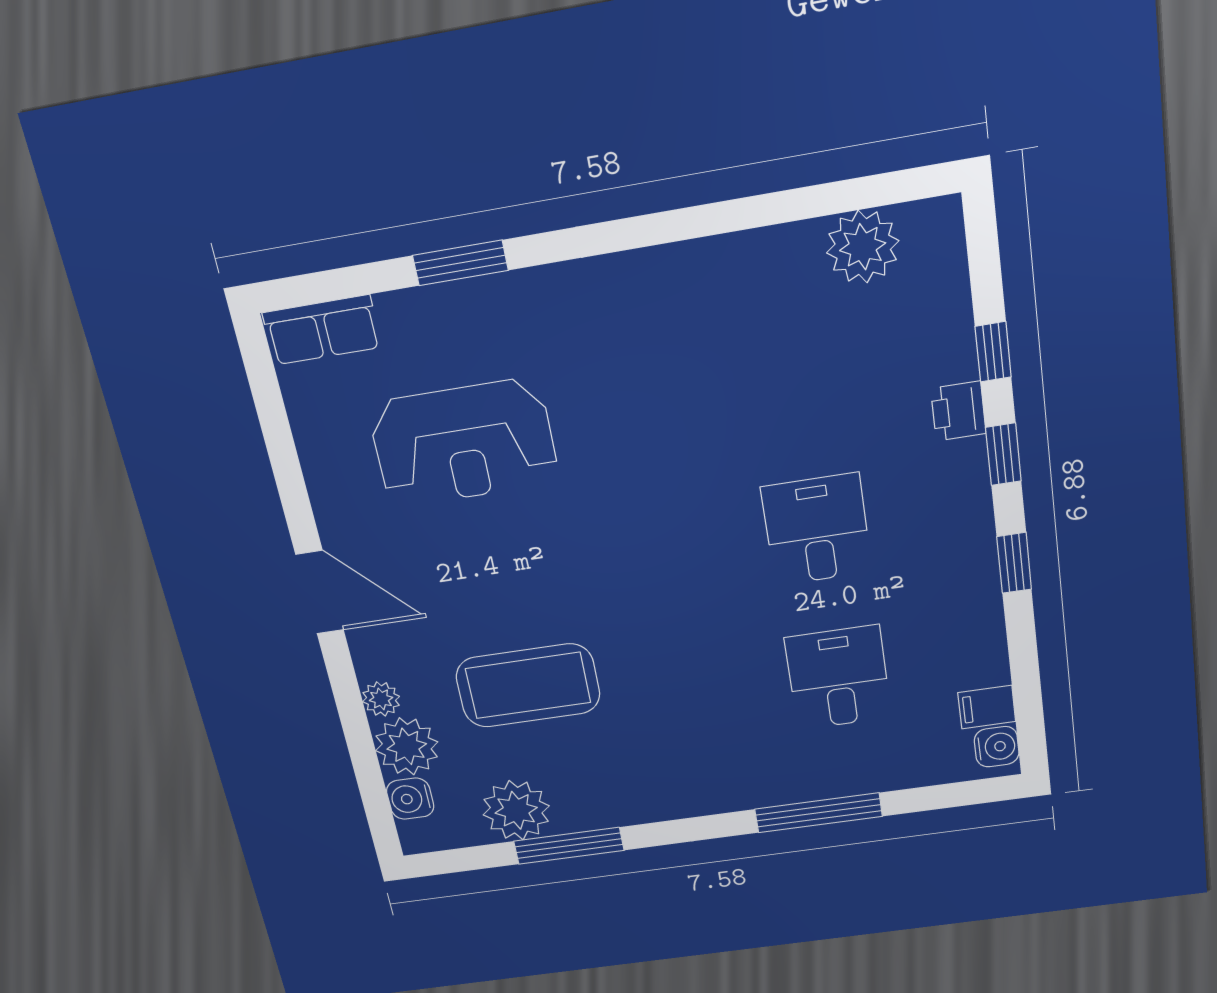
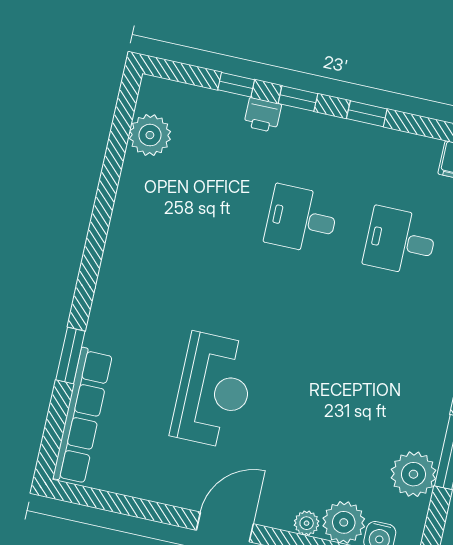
row of seats: (322, 330) -> (83, 416), width x2.02
reception desk: (464, 443) -> (214, 390), moved
coffee table: (528, 686) -> (333, 429), removed

